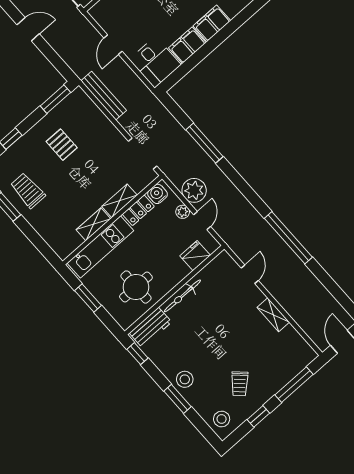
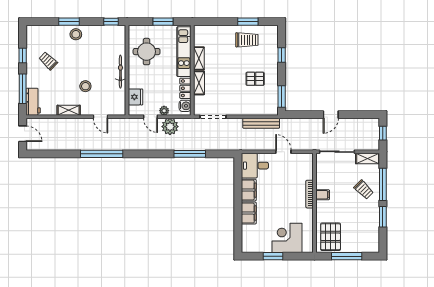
workbench: (151, 328) -> (33, 102), moved, turned 180
stool: (222, 419) -> (85, 86), moved

